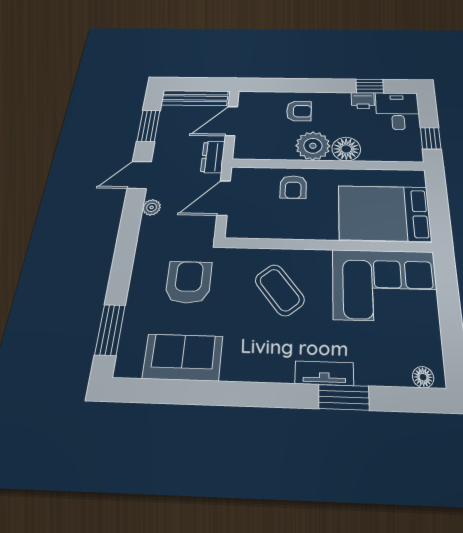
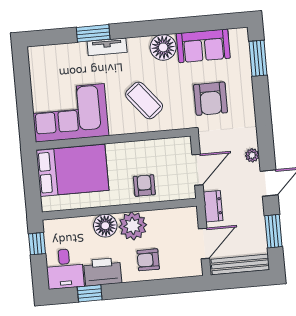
printer: (363, 101) -> (103, 272), width x1.87, depth x1.48
floor lamp: (423, 377) -> (163, 47), moved, width x1.89, depth x1.89

